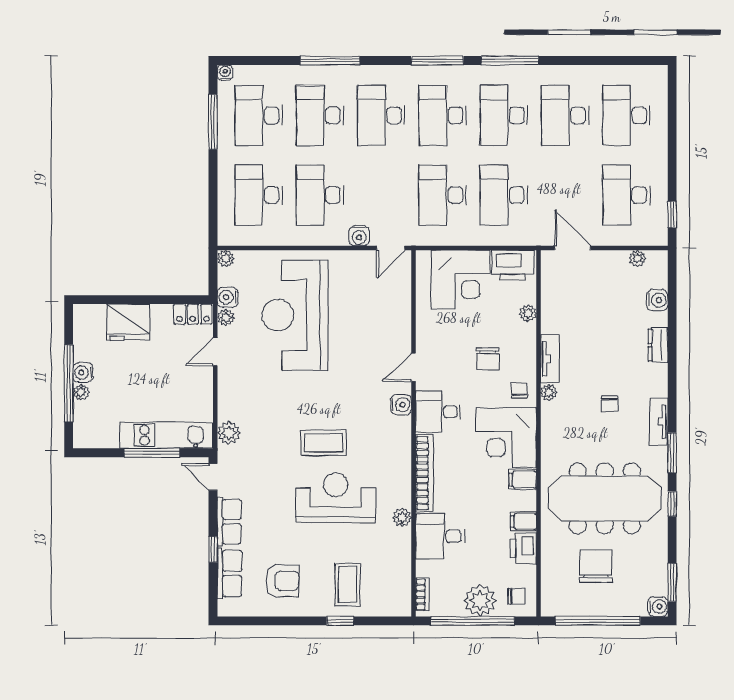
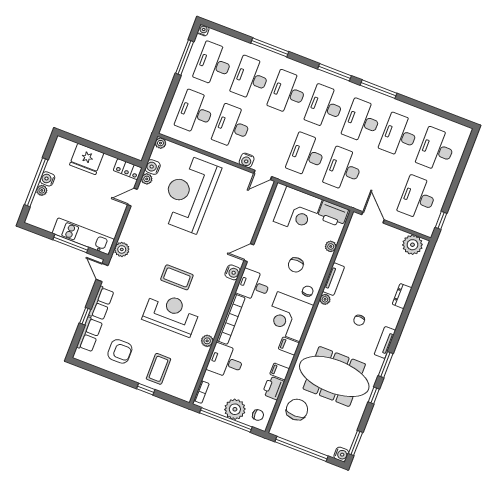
plant: (637, 258) -> (412, 245), width x1.87, depth x1.87
water cooler: (657, 300) -> (412, 269), removed
chair: (596, 566) -> (297, 410), moved

